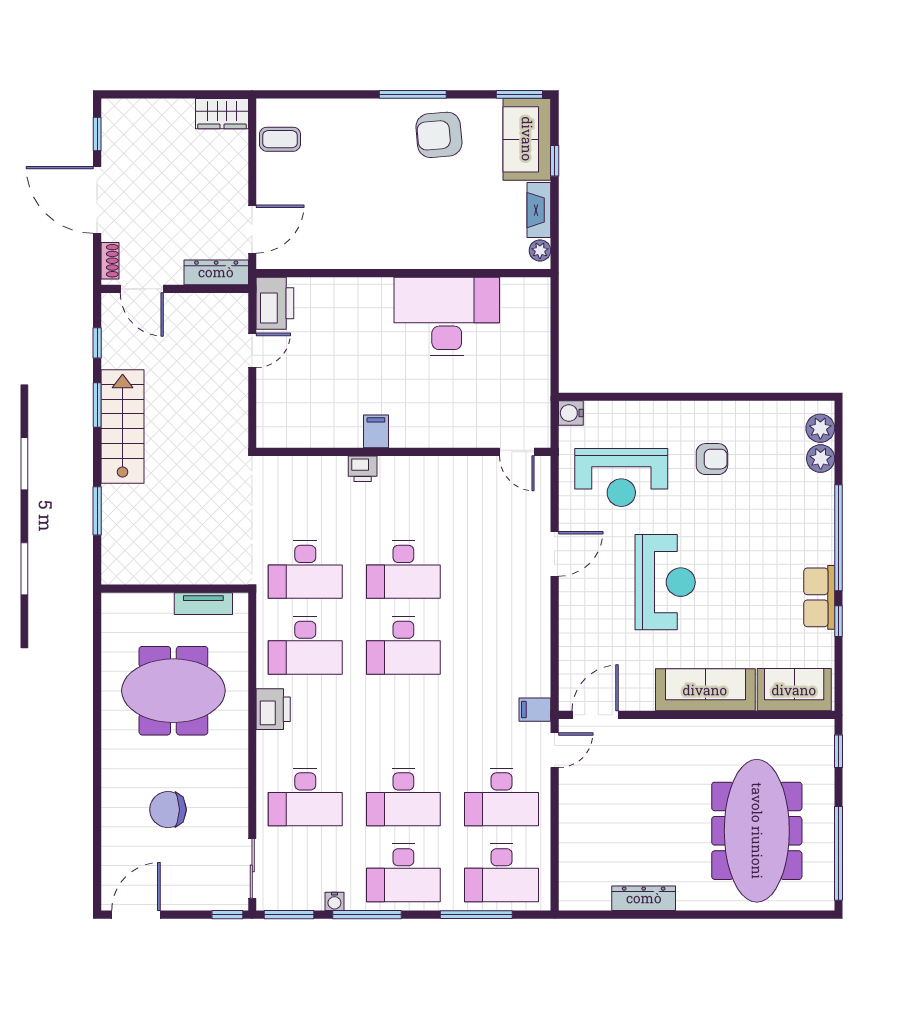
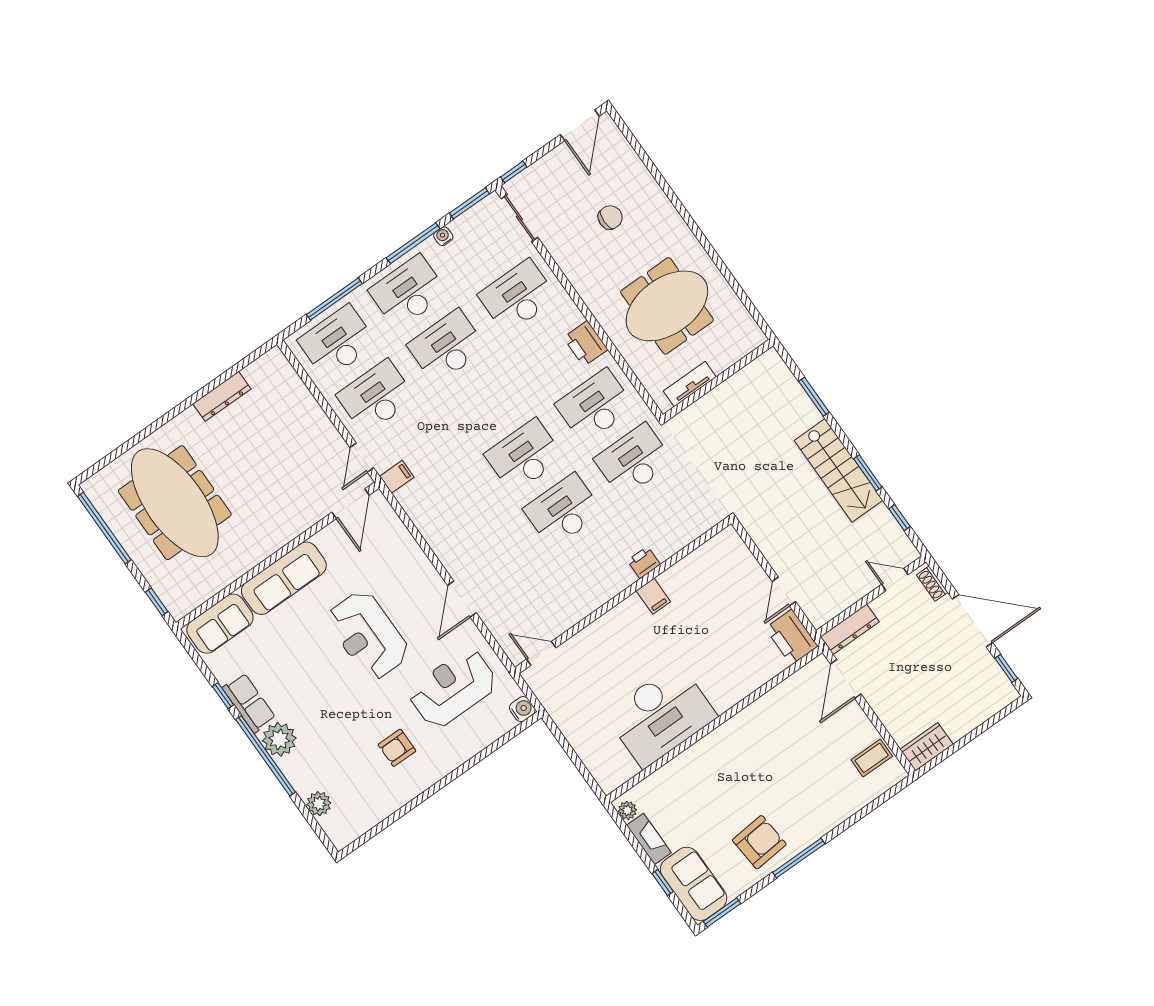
door: (142, 289) -> (895, 579), width x0.73
plant: (820, 428) -> (279, 739), moved, width x1.36, depth x1.36
chair: (168, 810) -> (610, 217), width x0.73, depth x0.73

